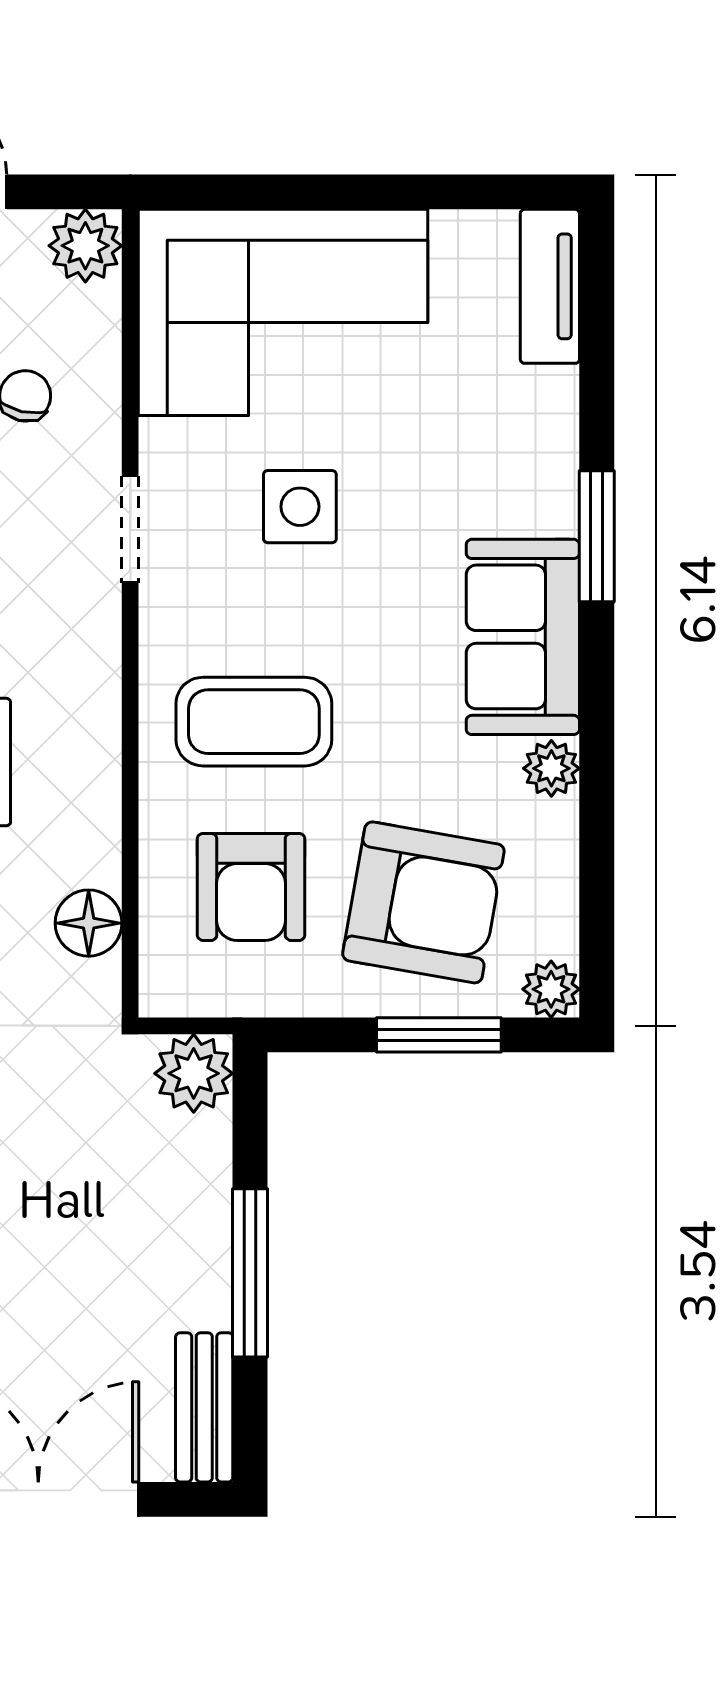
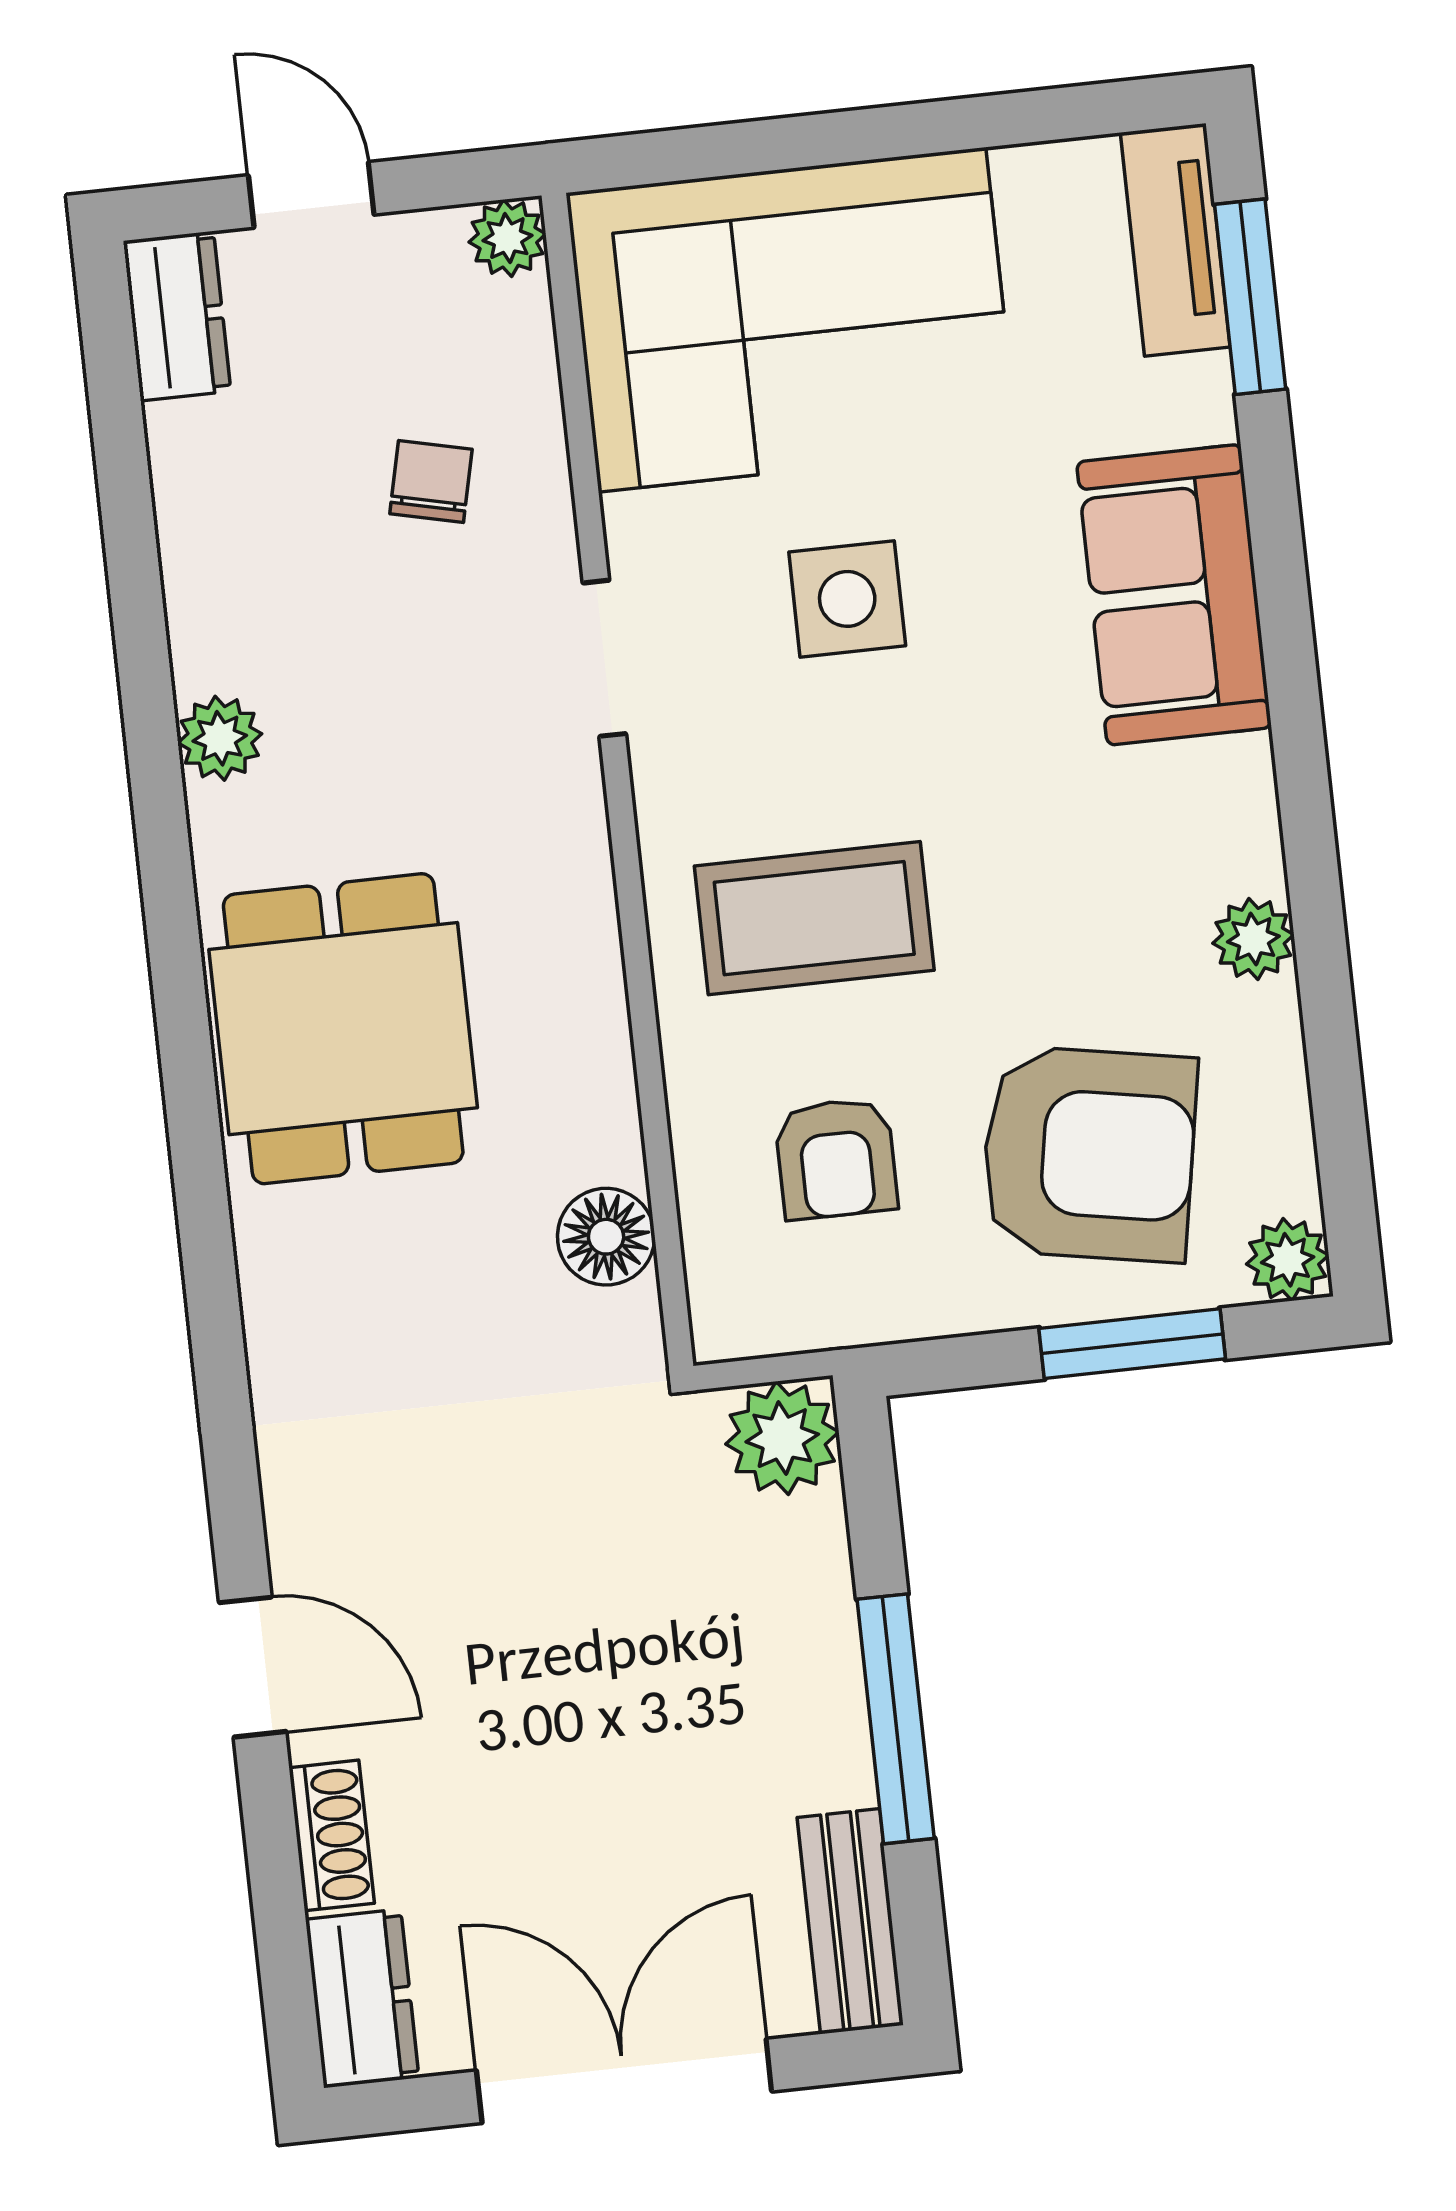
plant: (85, 246) -> (507, 238), width x0.73, depth x0.73
window: (597, 536) -> (1250, 297), moved
sofa: (523, 637) -> (1174, 595), moved
armchair: (251, 887) -> (836, 1159), width x0.72, depth x0.72

